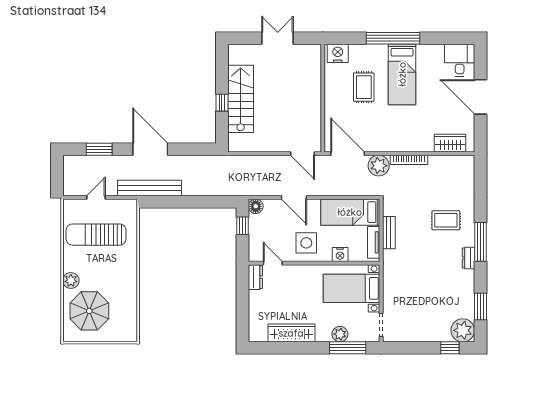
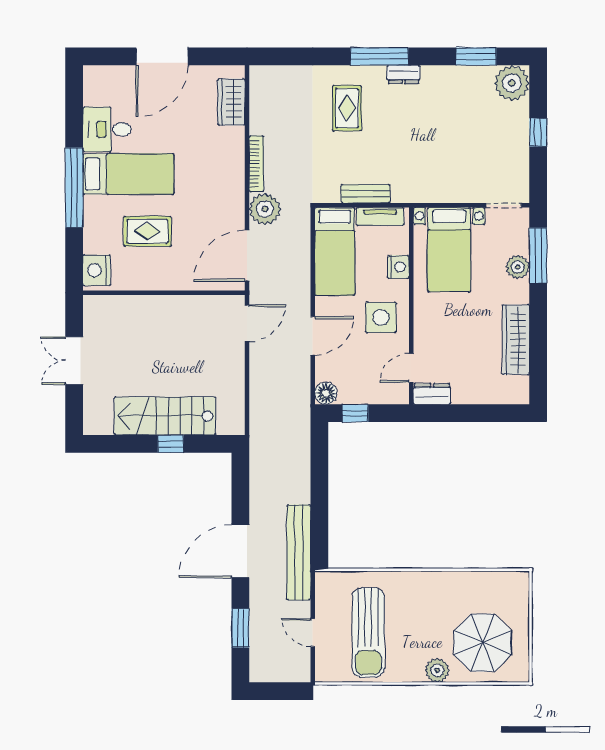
desk: (460, 60) -> (107, 129), moved
window: (450, 348) -> (538, 132), moved

